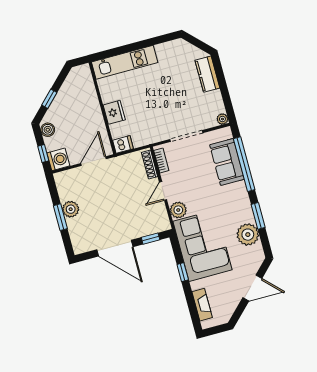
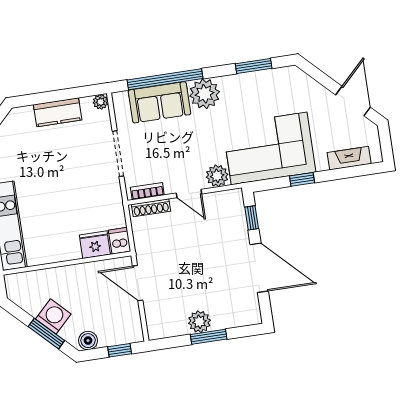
kitchen counter: (207, 74) -> (58, 112), moved
window: (49, 99) -> (46, 334), width x1.50
fridge: (114, 112) -> (95, 245), moved
washing machine: (58, 159) -> (53, 316), moved, turned 45
window: (258, 216) -> (254, 66), moved
plant: (248, 235) -> (205, 94), moved
door: (115, 248) -> (259, 268), hinge flipped
door: (252, 288) -> (353, 101), moved

